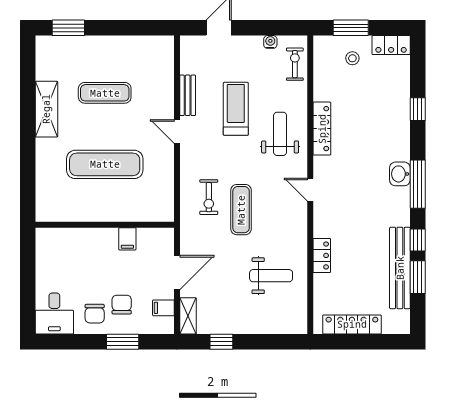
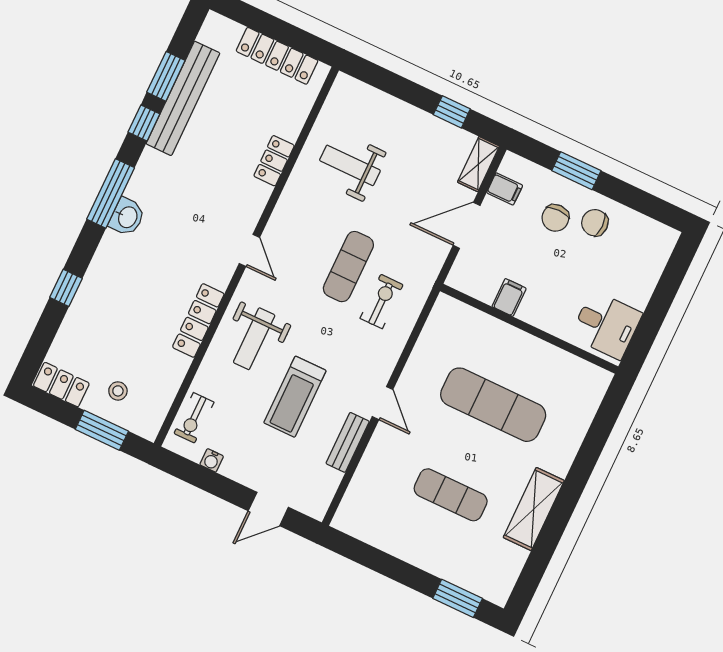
desk: (54, 314) -> (606, 325), moved, turned 90
chair: (95, 314) -> (595, 223), turned -90

